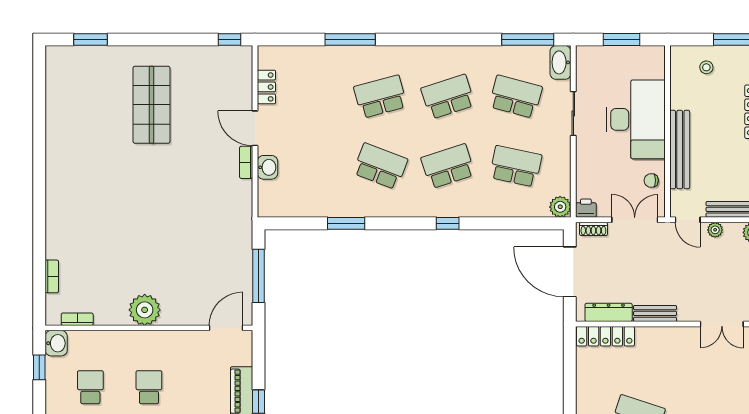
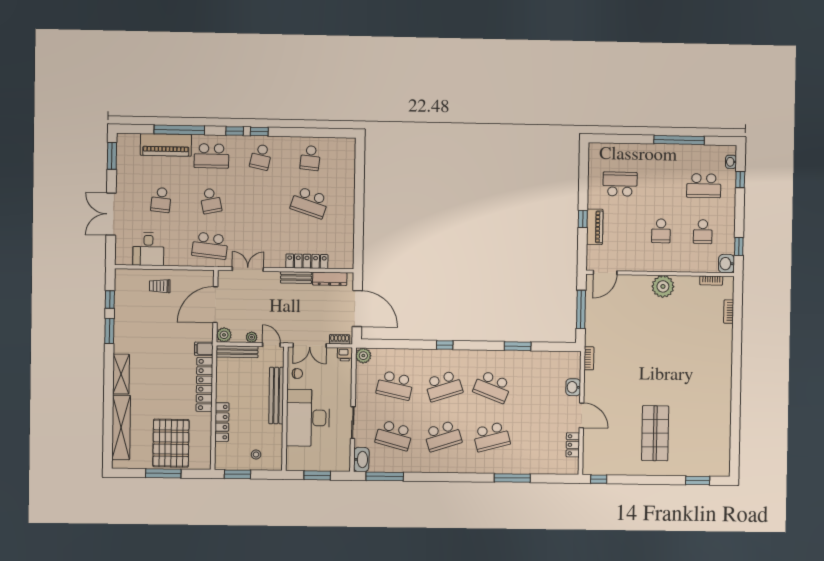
bookcase: (246, 162) -> (589, 358), moved
locker: (605, 336) -> (307, 261), moved

